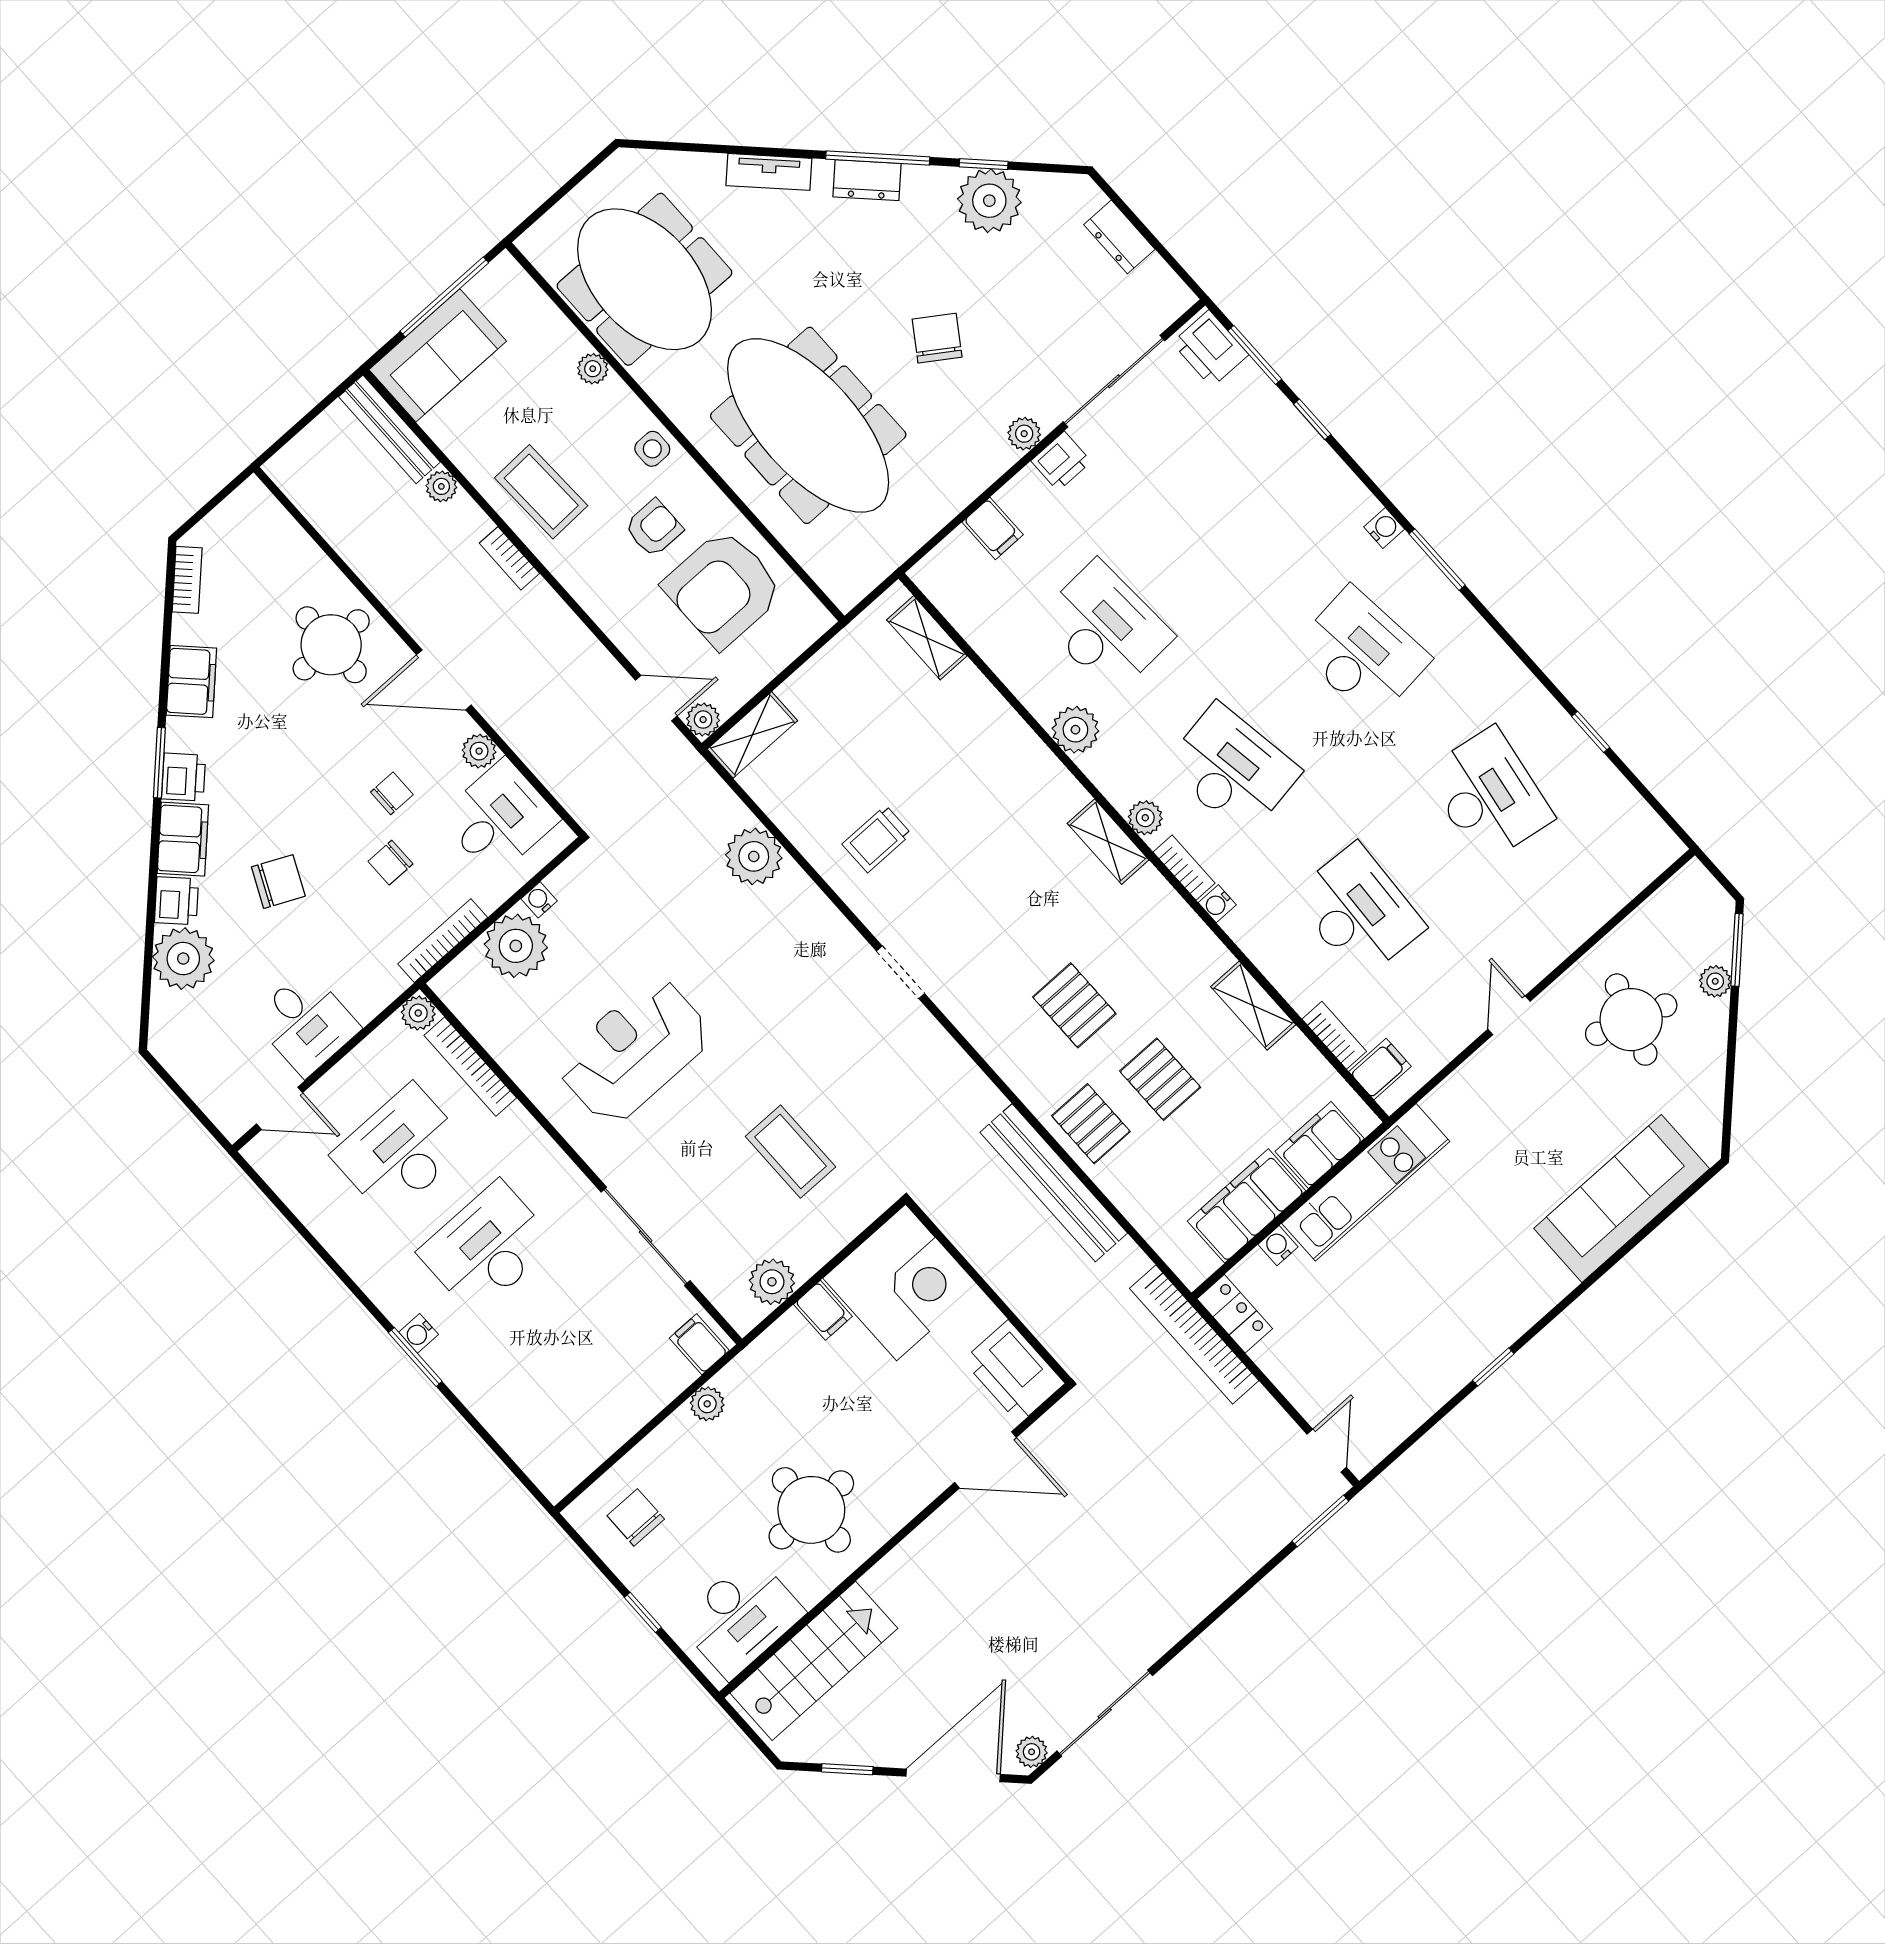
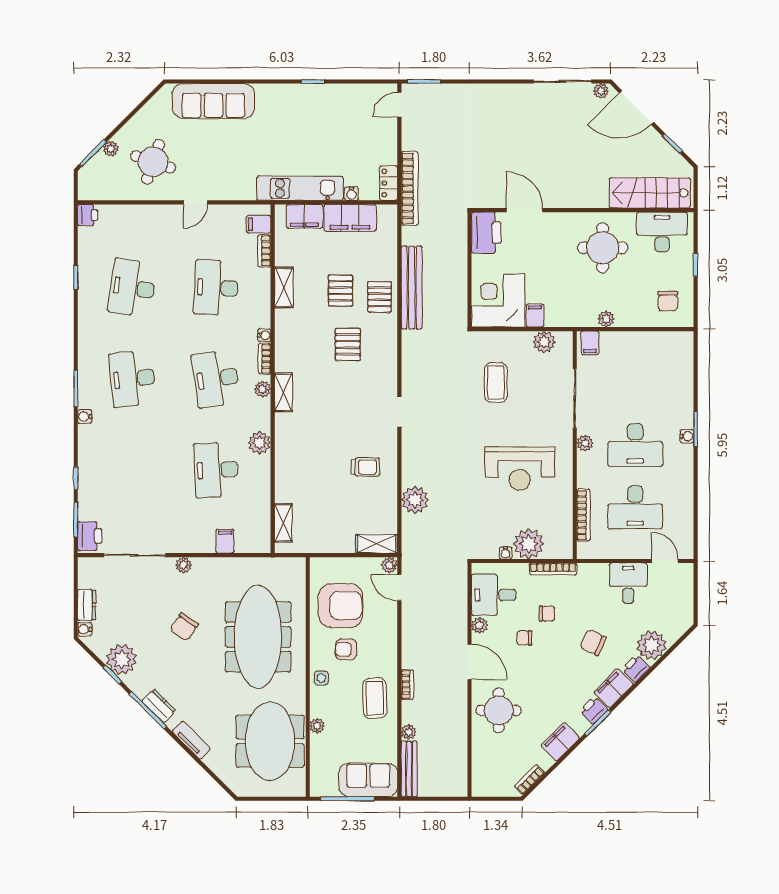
water cooler: (1089, 196) -> (85, 629), added
printer: (1061, 461) -> (88, 215), moved, turned 90
plant: (418, 1013) -> (585, 443), moved

